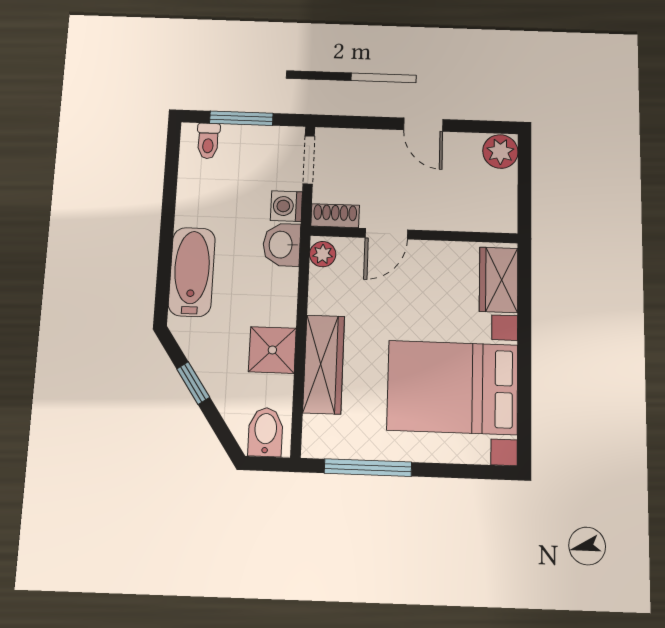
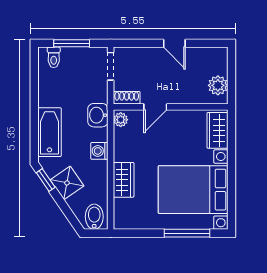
plant: (500, 151) -> (218, 85), moved
washing machine: (286, 206) -> (99, 151), moved
shower: (272, 350) -> (67, 183), moved, turned -34
wardrobe: (324, 364) -> (124, 180), width x0.67
window: (193, 383) -> (46, 180), moved
window: (368, 468) -> (187, 233), moved

